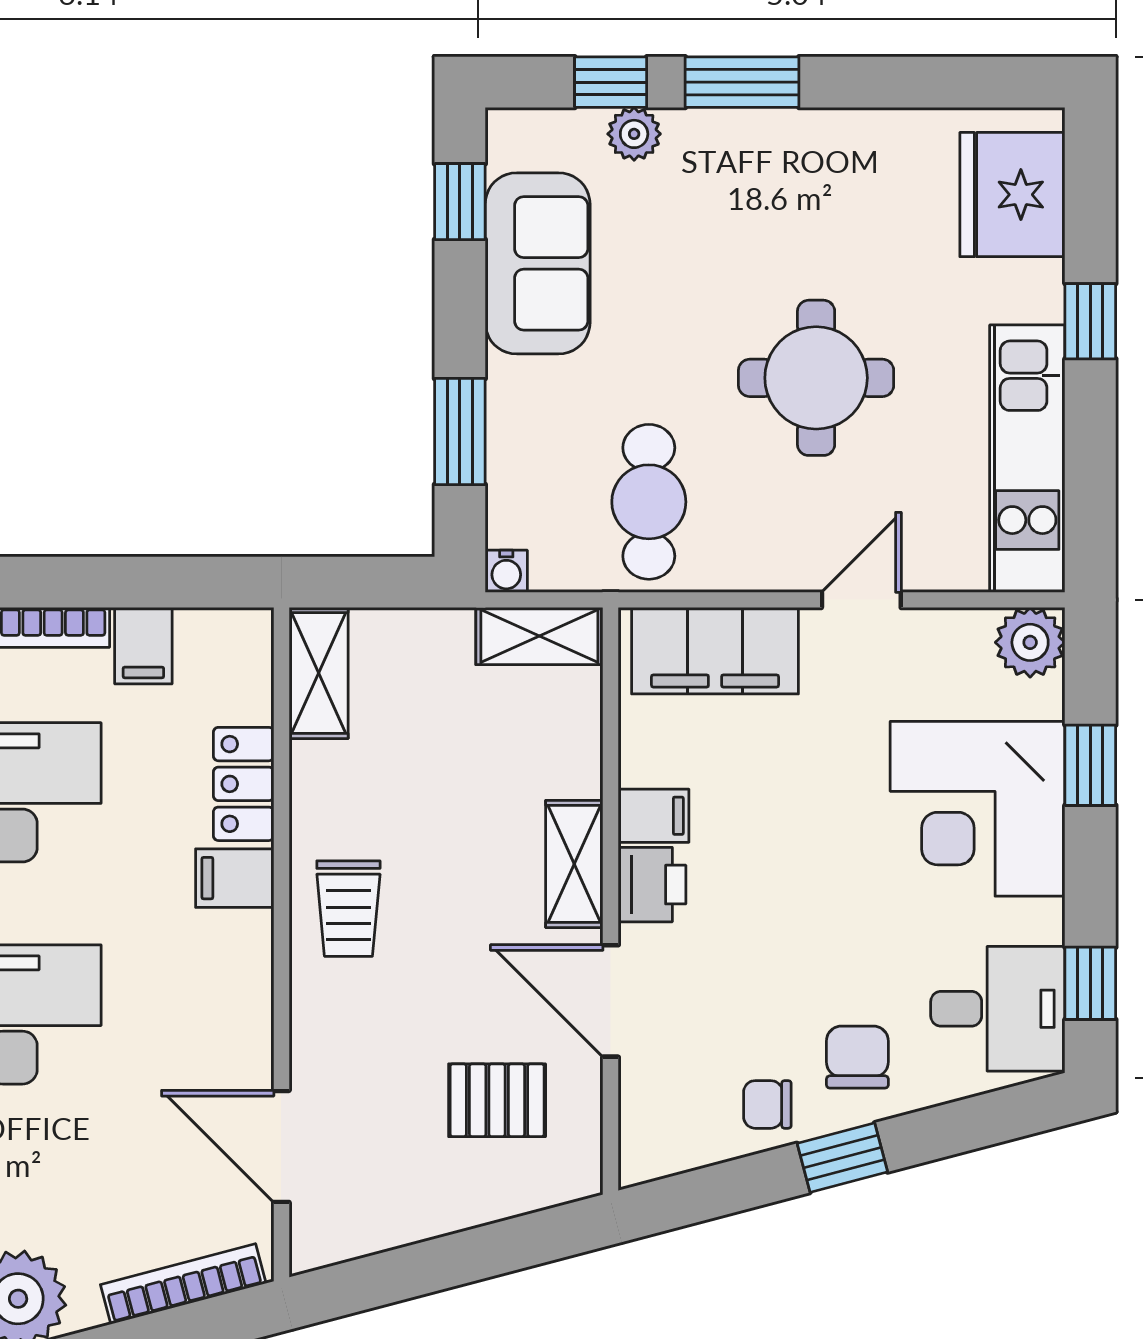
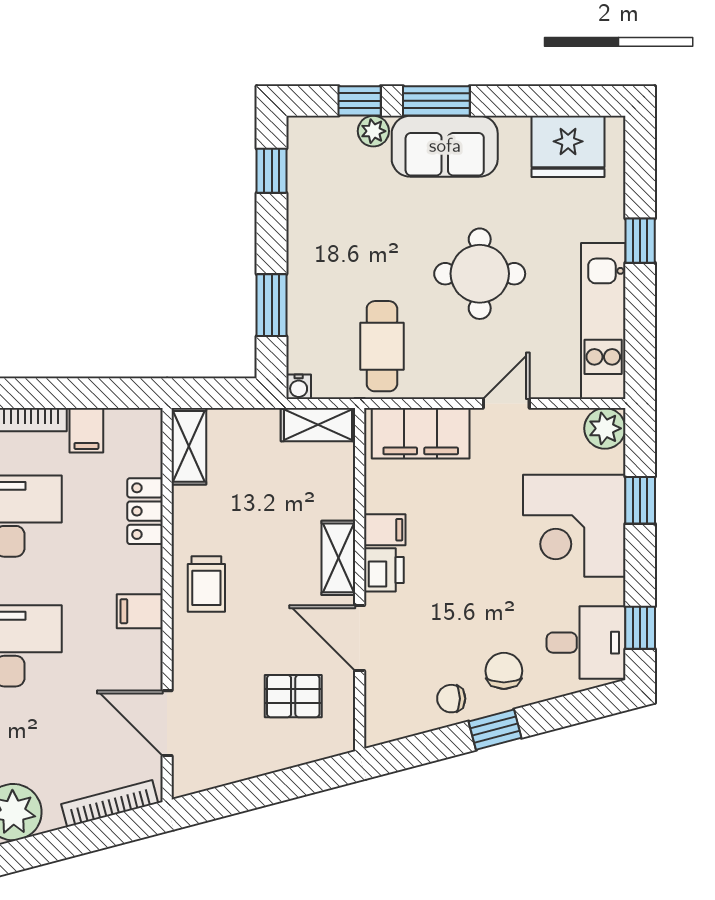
fridge: (1012, 195) -> (568, 146), moved, turned -90
sofa: (538, 263) -> (445, 146), moved, turned 90
filing cabinet: (235, 878) -> (140, 611), moved

